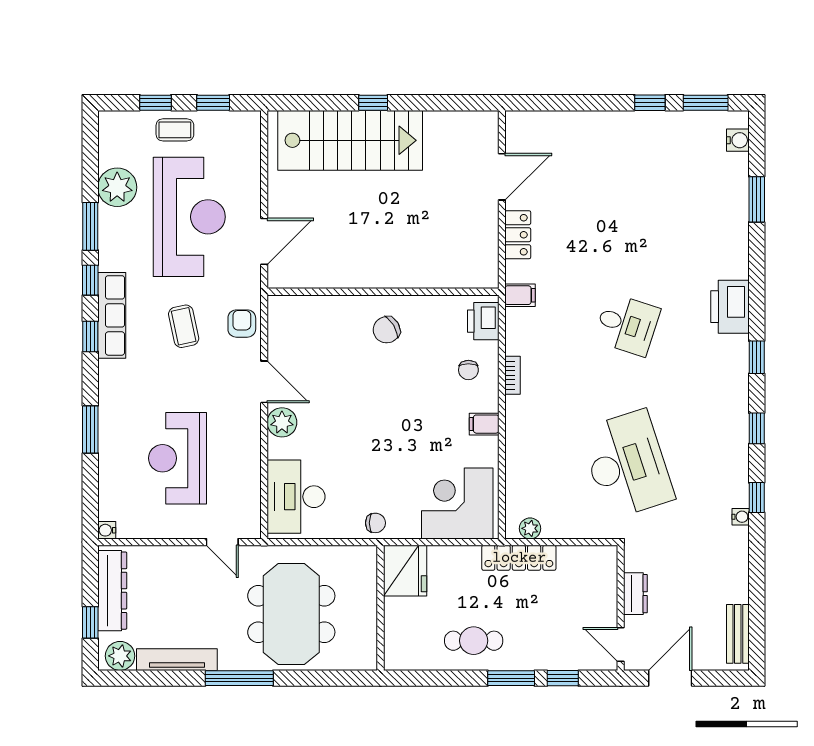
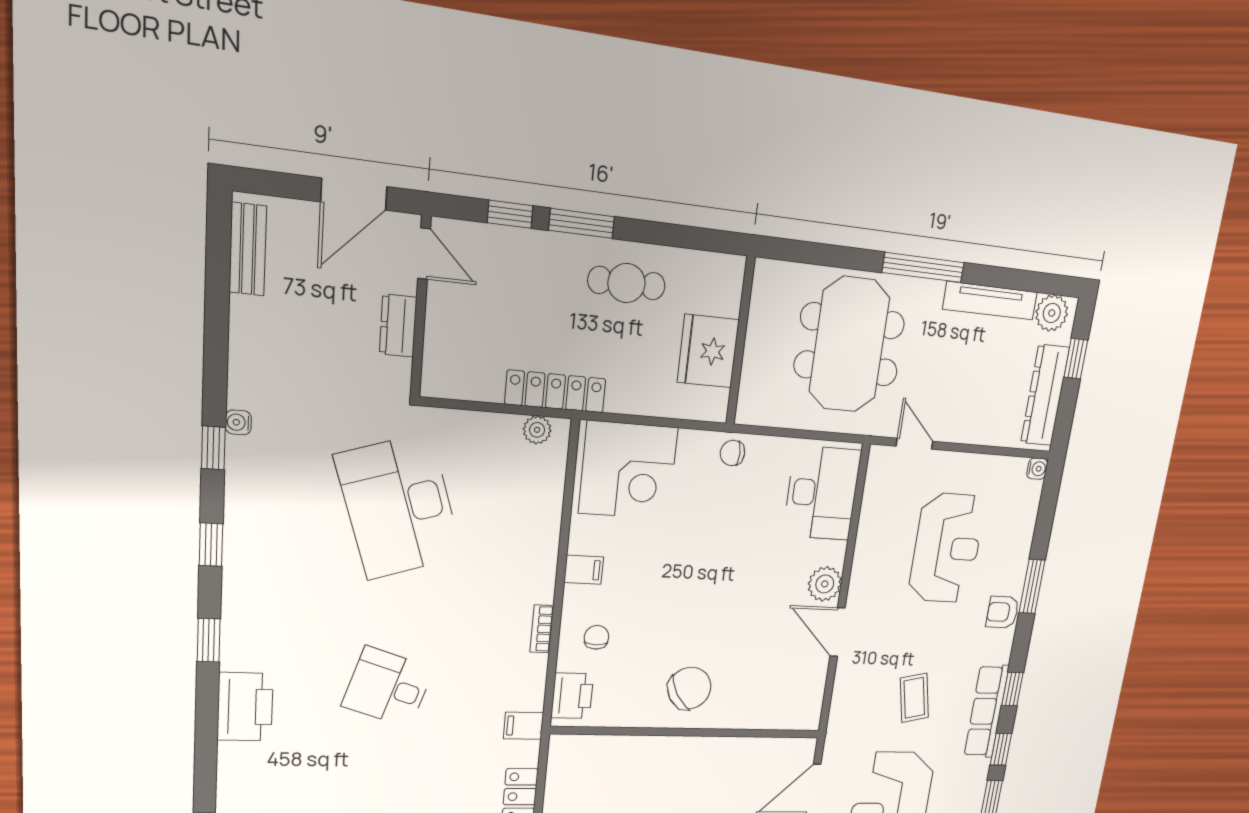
armchair: (242, 324) -> (1002, 612), moved, turned 90
chair: (387, 330) -> (689, 688), width x1.37, depth x1.37
fridge: (405, 571) -> (708, 351), moved

